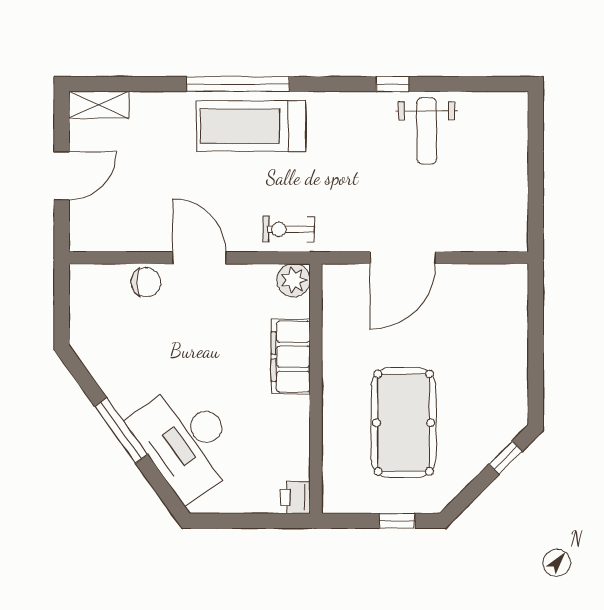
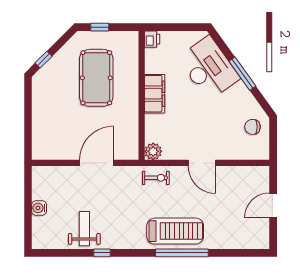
shelving: (99, 105) -> (254, 242), removed
water cooler: (514, 171) -> (39, 208), added
chair: (146, 282) -> (253, 127), moved
filing cabinet: (291, 357) -> (155, 94), moved

